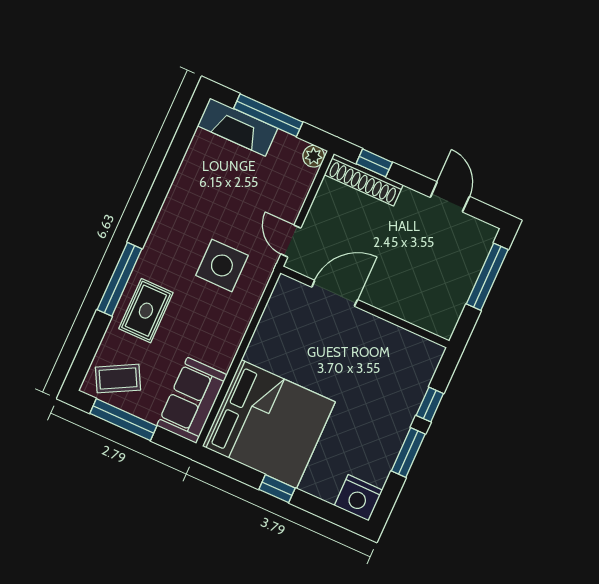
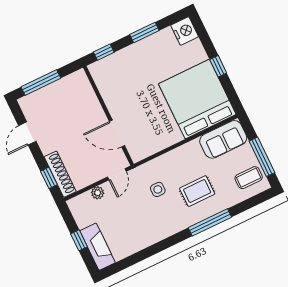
window: (268, 115) -> (79, 240), width x0.46
plant: (314, 156) -> (98, 193), moved
side table: (222, 265) -> (158, 189), width x0.54, depth x0.54
rug: (146, 311) -> (197, 191), moved
coffee table: (118, 379) -> (249, 178), turned -62
window: (430, 404) -> (104, 52), moved

